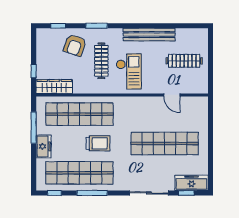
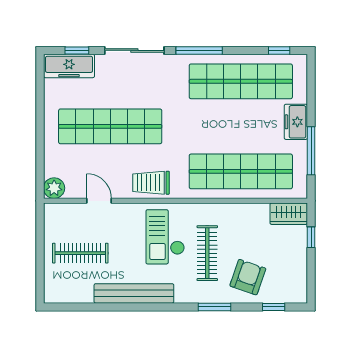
wardrobe: (54, 86) -> (289, 214), width x0.67
plant: (201, 103) -> (54, 188), added
trolley: (98, 143) -> (151, 183), moved
window: (92, 193) -> (199, 50), moved

